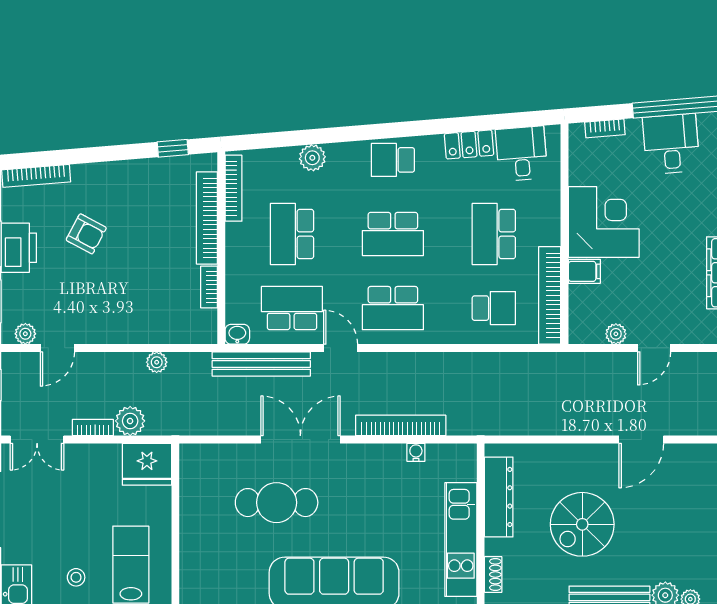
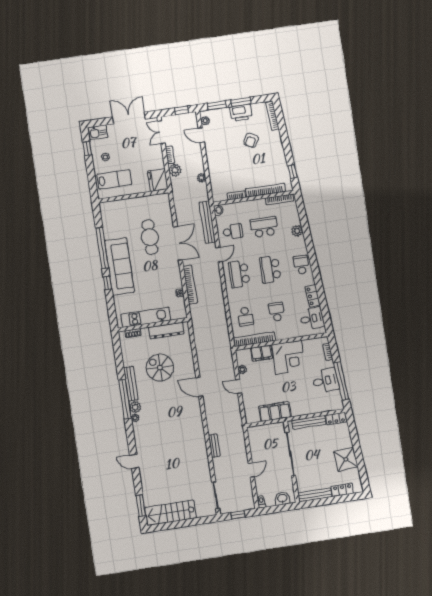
school desk: (494, 234) -> (277, 312), width x0.54
filing cabinet: (584, 271) -> (262, 353), width x2.00
school desk: (292, 308) -> (233, 232), width x0.54

